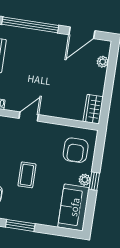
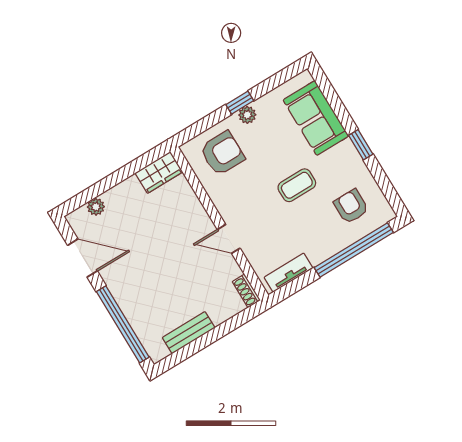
sofa: (74, 207) -> (316, 118), moved, turned 90
window: (20, 225) -> (361, 145), width x0.67

